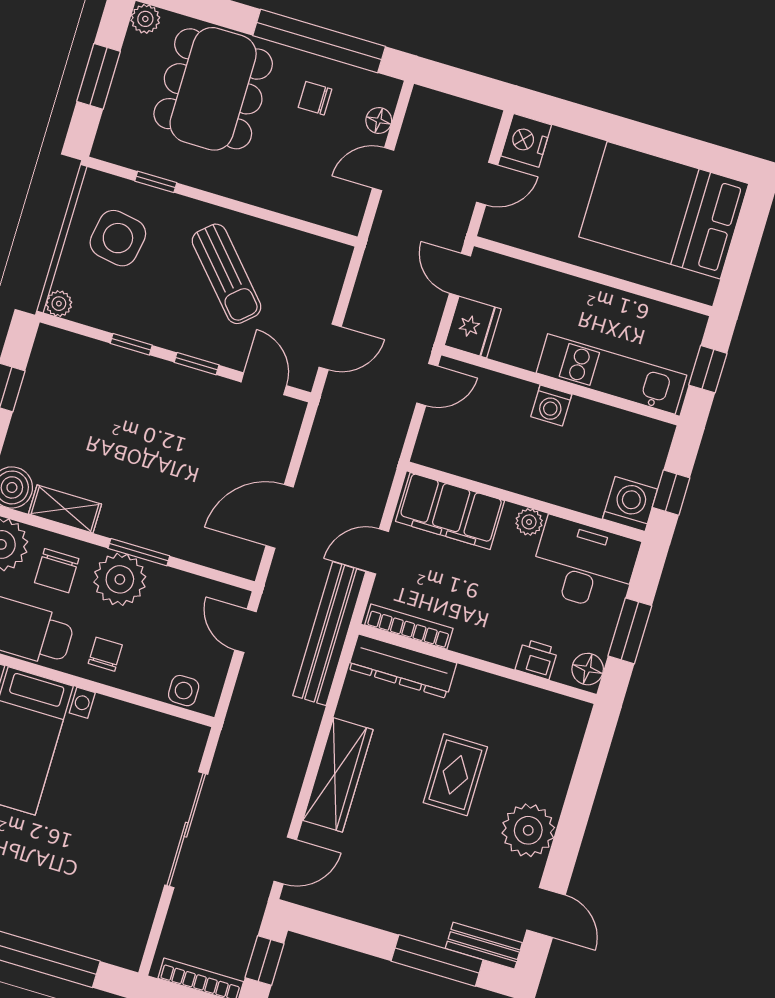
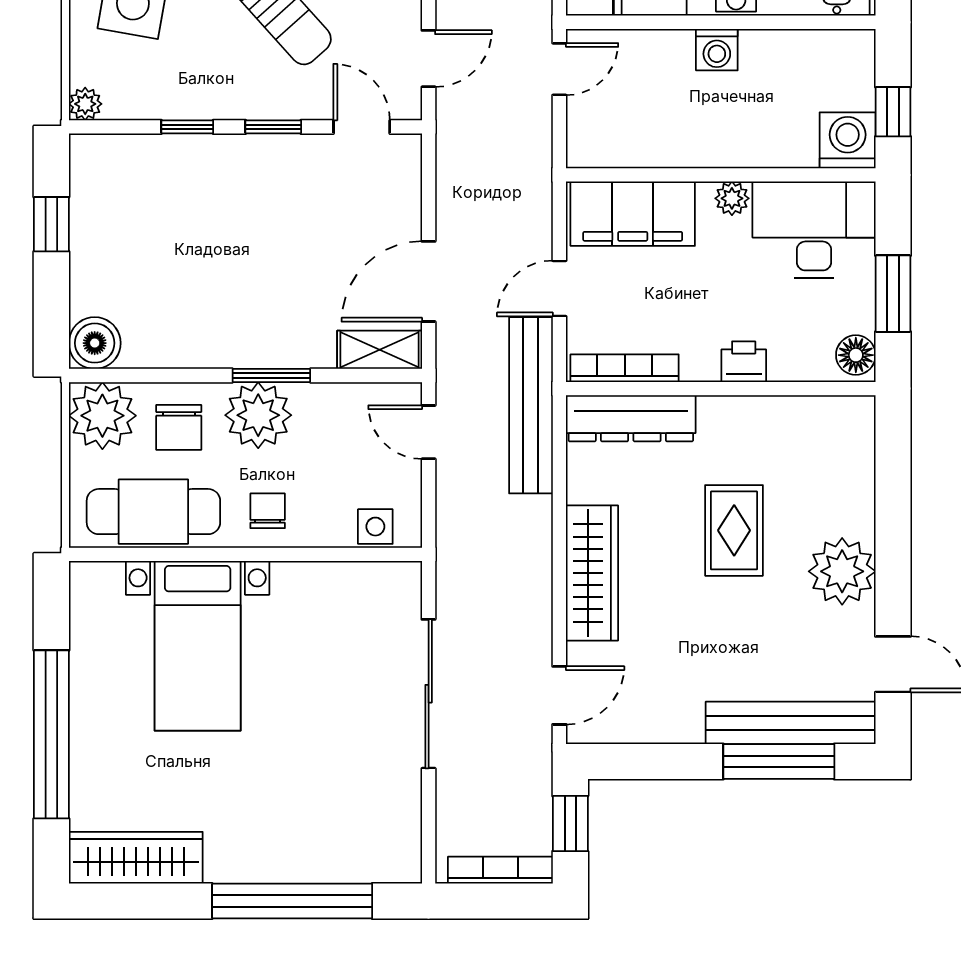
shelving: (65, 509) -> (380, 350), moved
printer: (537, 659) -> (744, 362), moved
bench: (484, 946) -> (791, 723), width x1.86, depth x1.21

